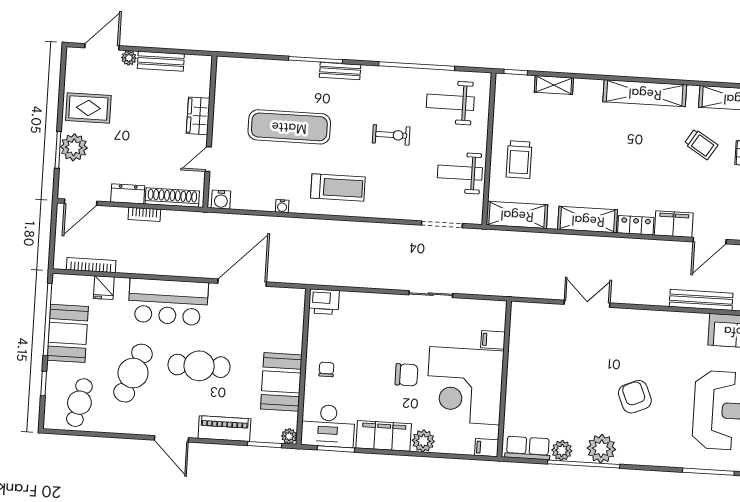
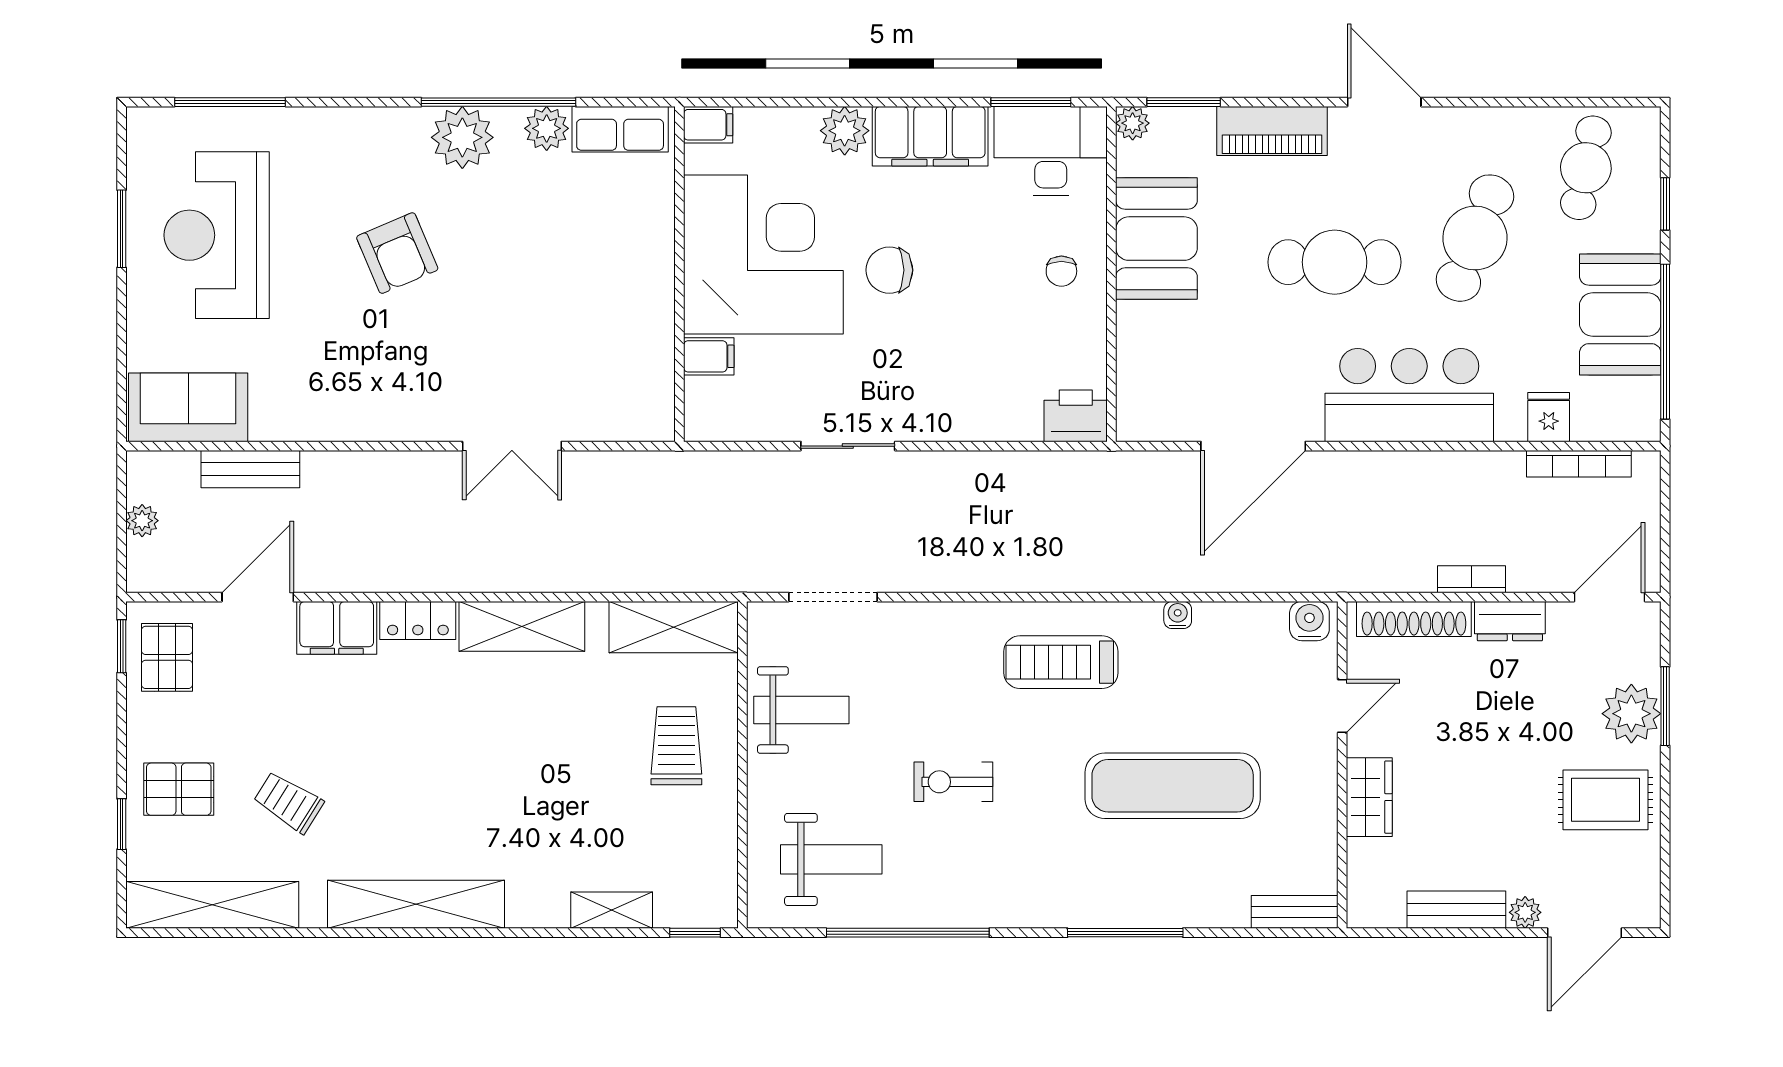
bench: (340, 71) -> (1295, 912), moved
bench: (701, 300) -> (250, 469), width x0.73

